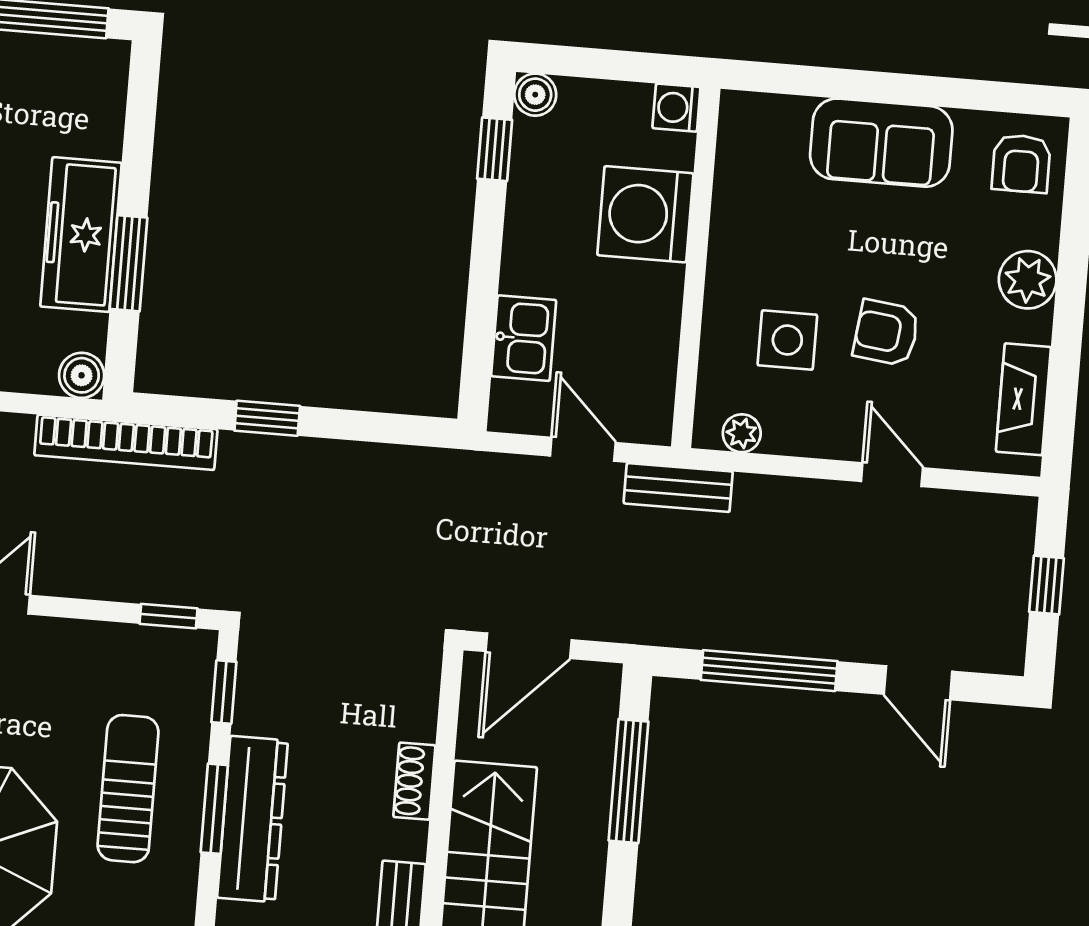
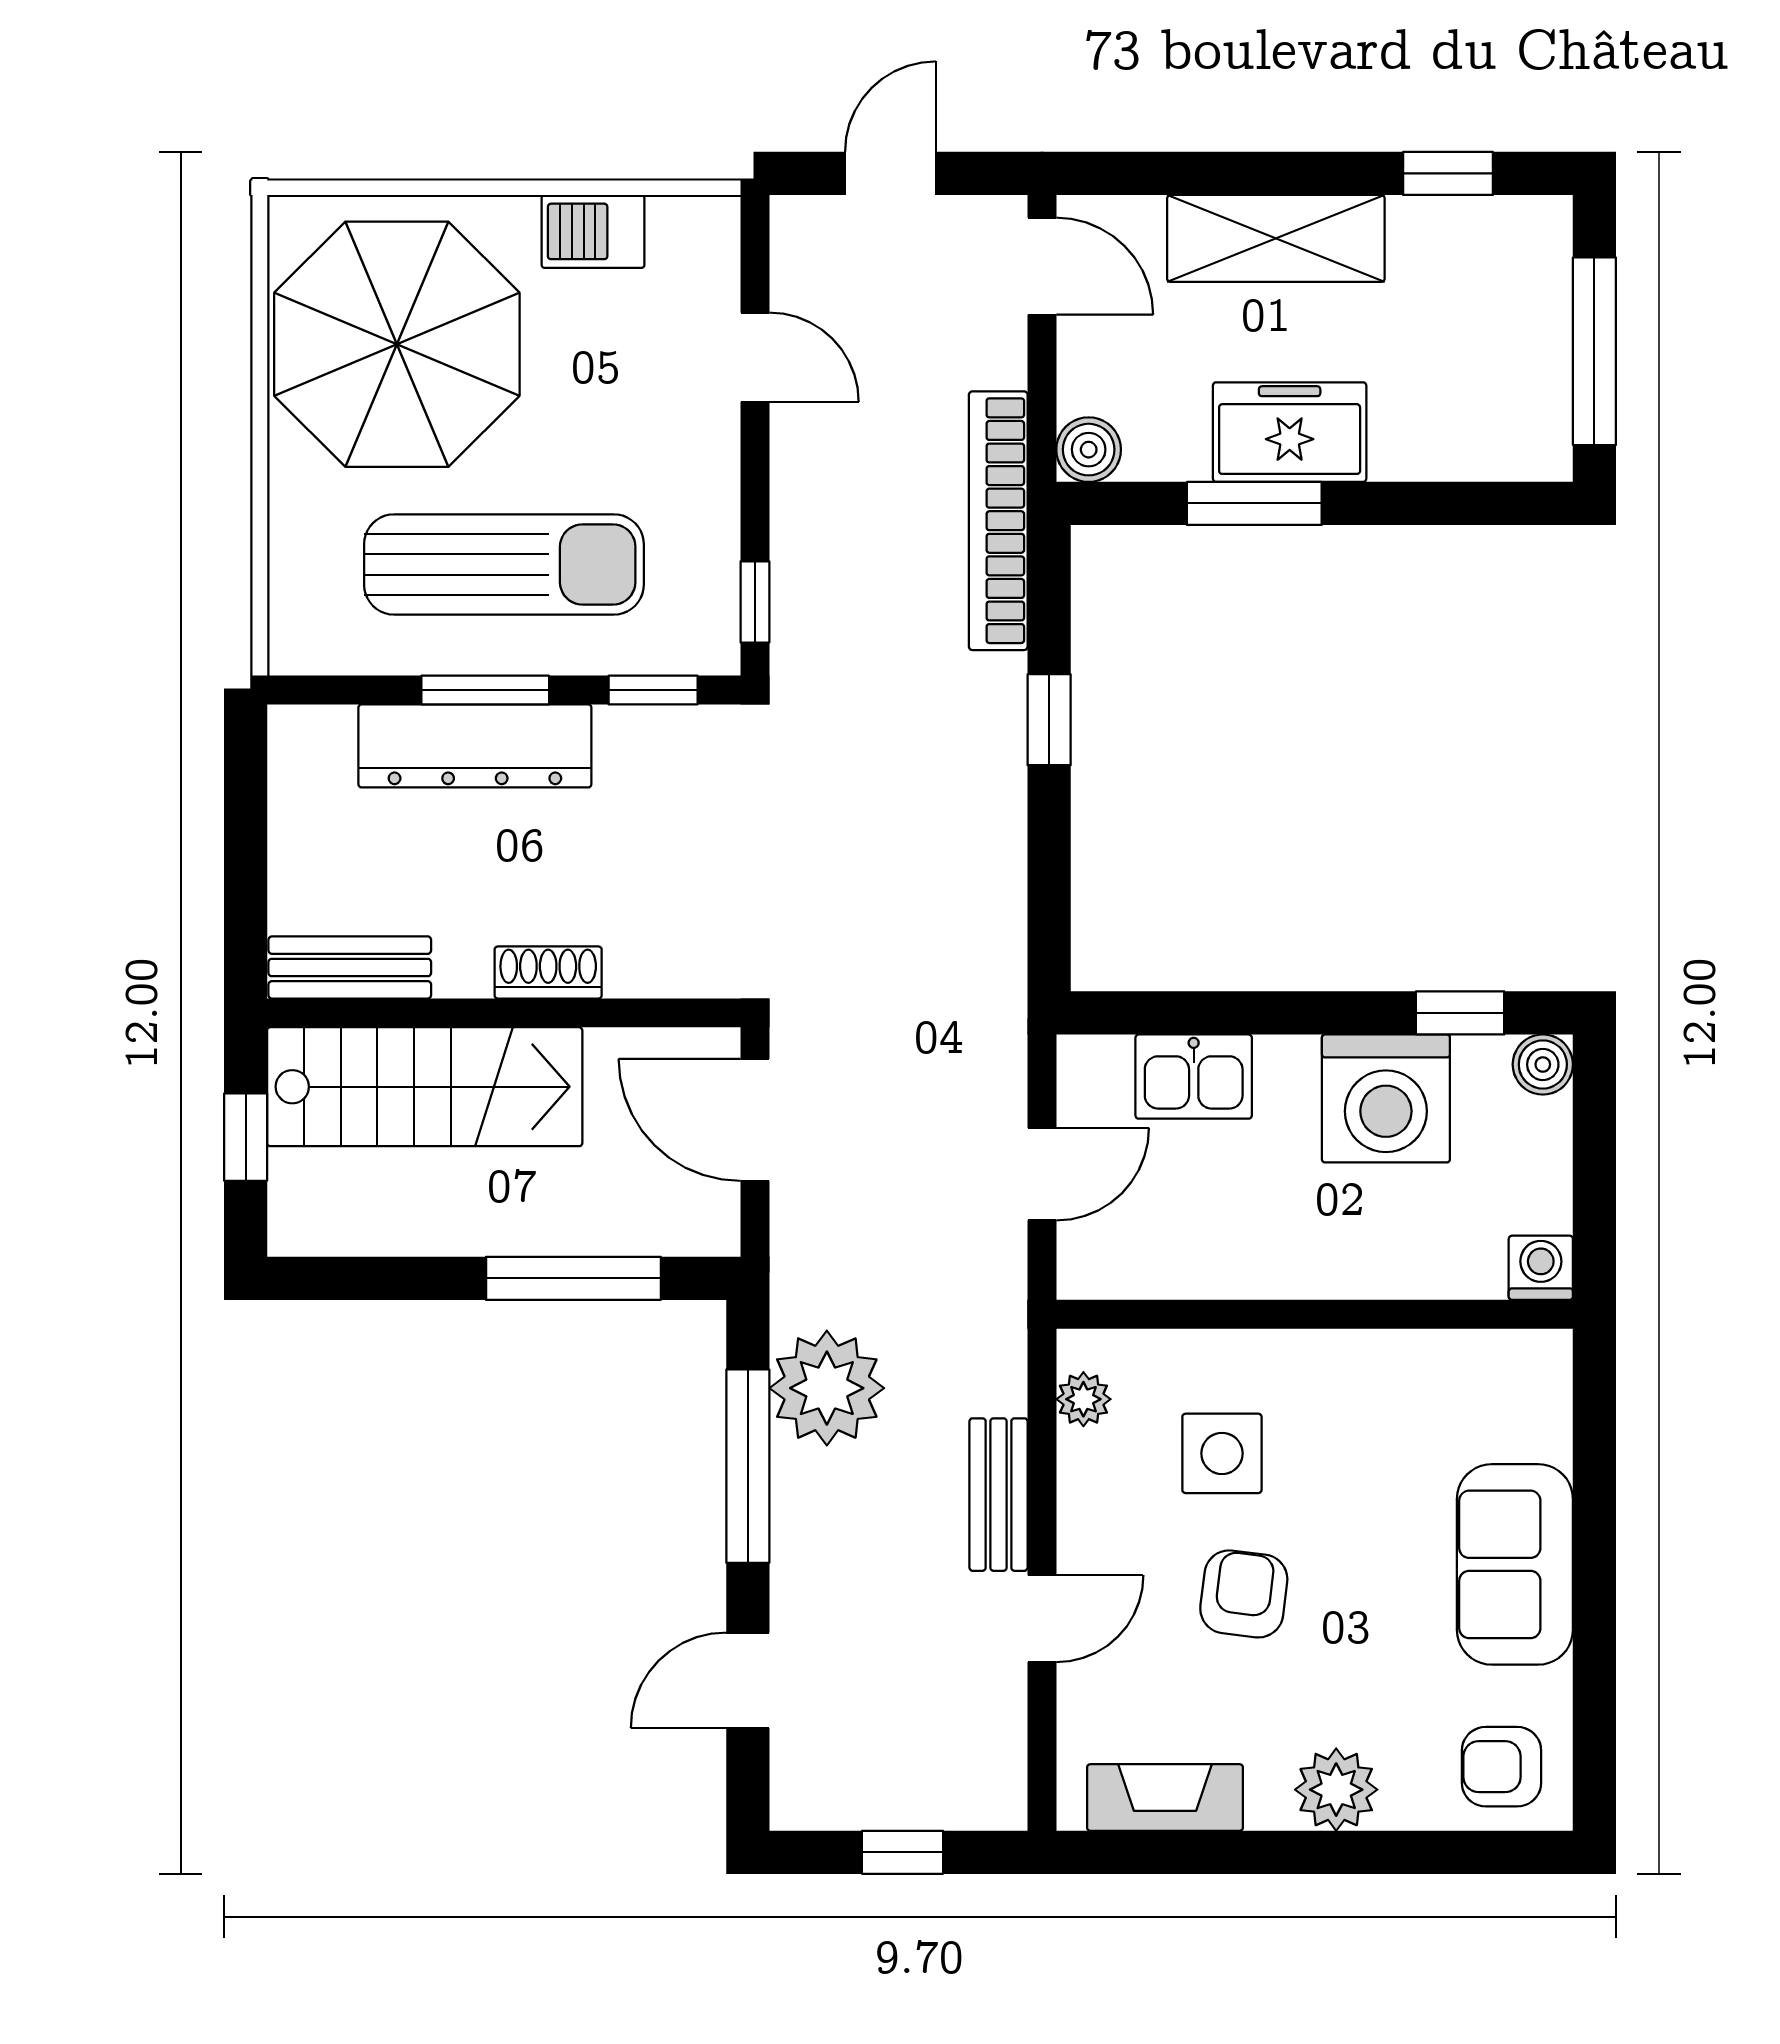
washing machine: (645, 214) -> (1386, 1098), moved, turned 180
freezer: (81, 235) -> (1290, 432), width x0.71
bench: (678, 487) -> (998, 1495), moved
plant: (719, 611) -> (827, 1388), added
sun lounger: (128, 789) -> (504, 564), width x1.36, depth x1.34

